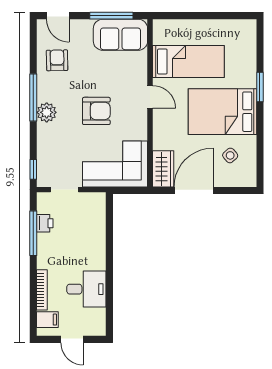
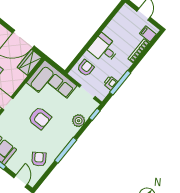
armchair: (57, 60) -> (39, 159), turned 146
armchair: (96, 111) -> (40, 118), turned 180
plant: (47, 112) -> (79, 121), moved
armchair: (90, 217) -> (86, 68), added
desk: (86, 289) -> (104, 49), moved

